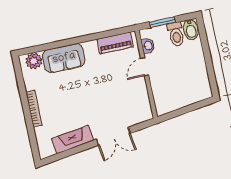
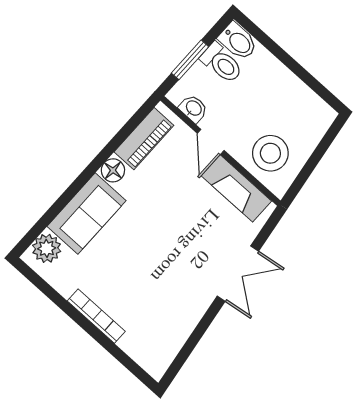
floor lamp: (90, 47) -> (113, 170), added
stool: (168, 92) -> (270, 153), added
fireplace: (73, 140) -> (236, 188), moved, turned -82

